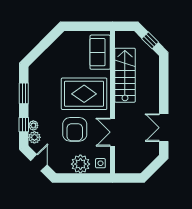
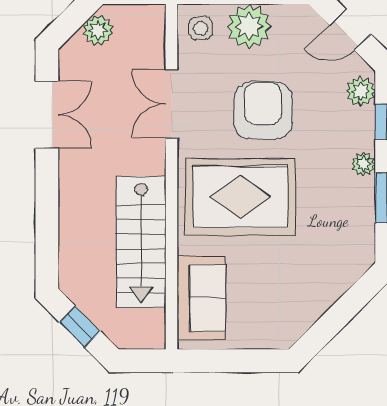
plant: (33, 125) -> (364, 164), moved
double door: (112, 132) -> (172, 104), swing flipped
plant: (143, 162) -> (98, 30), added
door: (39, 163) -> (350, 30), hinge flipped

